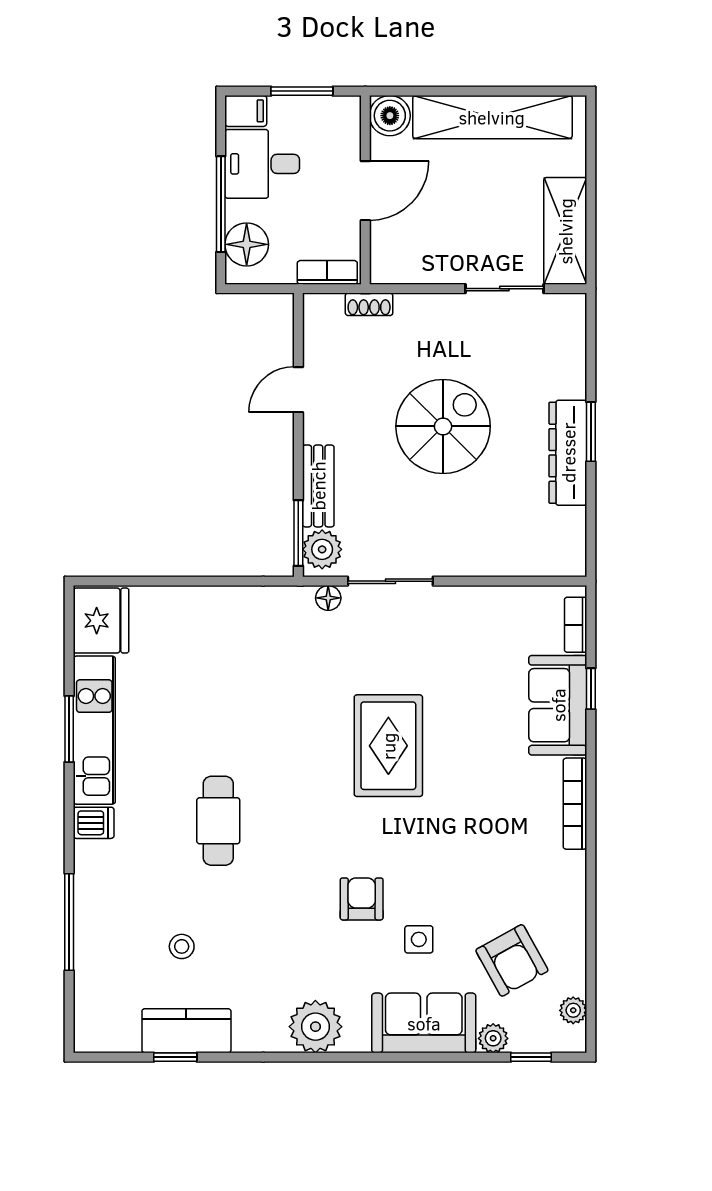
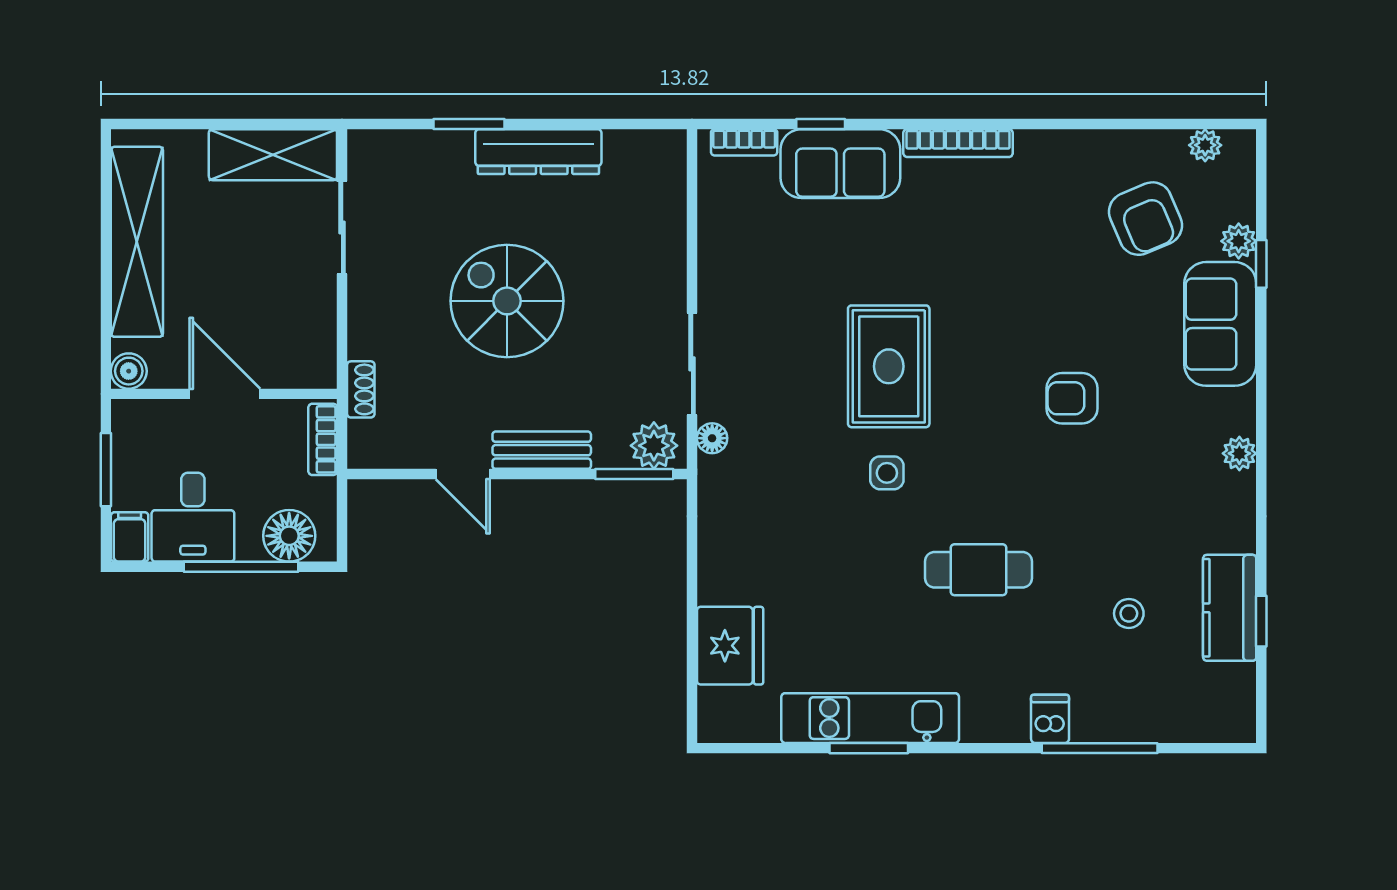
boiler: (390, 116) -> (129, 371), width x0.73, depth x0.73
window: (591, 432) -> (469, 124), moved
bench: (318, 486) -> (542, 450), moved
fridge: (101, 621) -> (730, 646), moved, turned 90
rug: (388, 746) -> (889, 366), turned 90
dishwasher: (94, 823) -> (1050, 719), moved
side table: (419, 939) -> (887, 473), moved
armchair: (512, 960) -> (1146, 219), turned 96
plant: (315, 1027) -> (1239, 453), width x0.53, depth x0.53
window: (531, 1057) -> (1261, 264), moved

